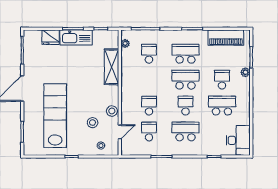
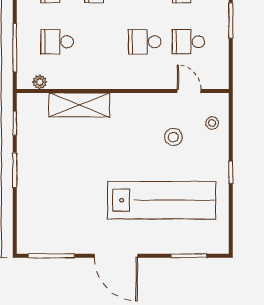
fridge: (51, 37) -> (29, 208), removed
kitchen sink: (76, 37) -> (30, 165), removed
stool: (112, 111) -> (154, 104), removed
lab bench: (55, 116) -> (162, 200), turned 180

